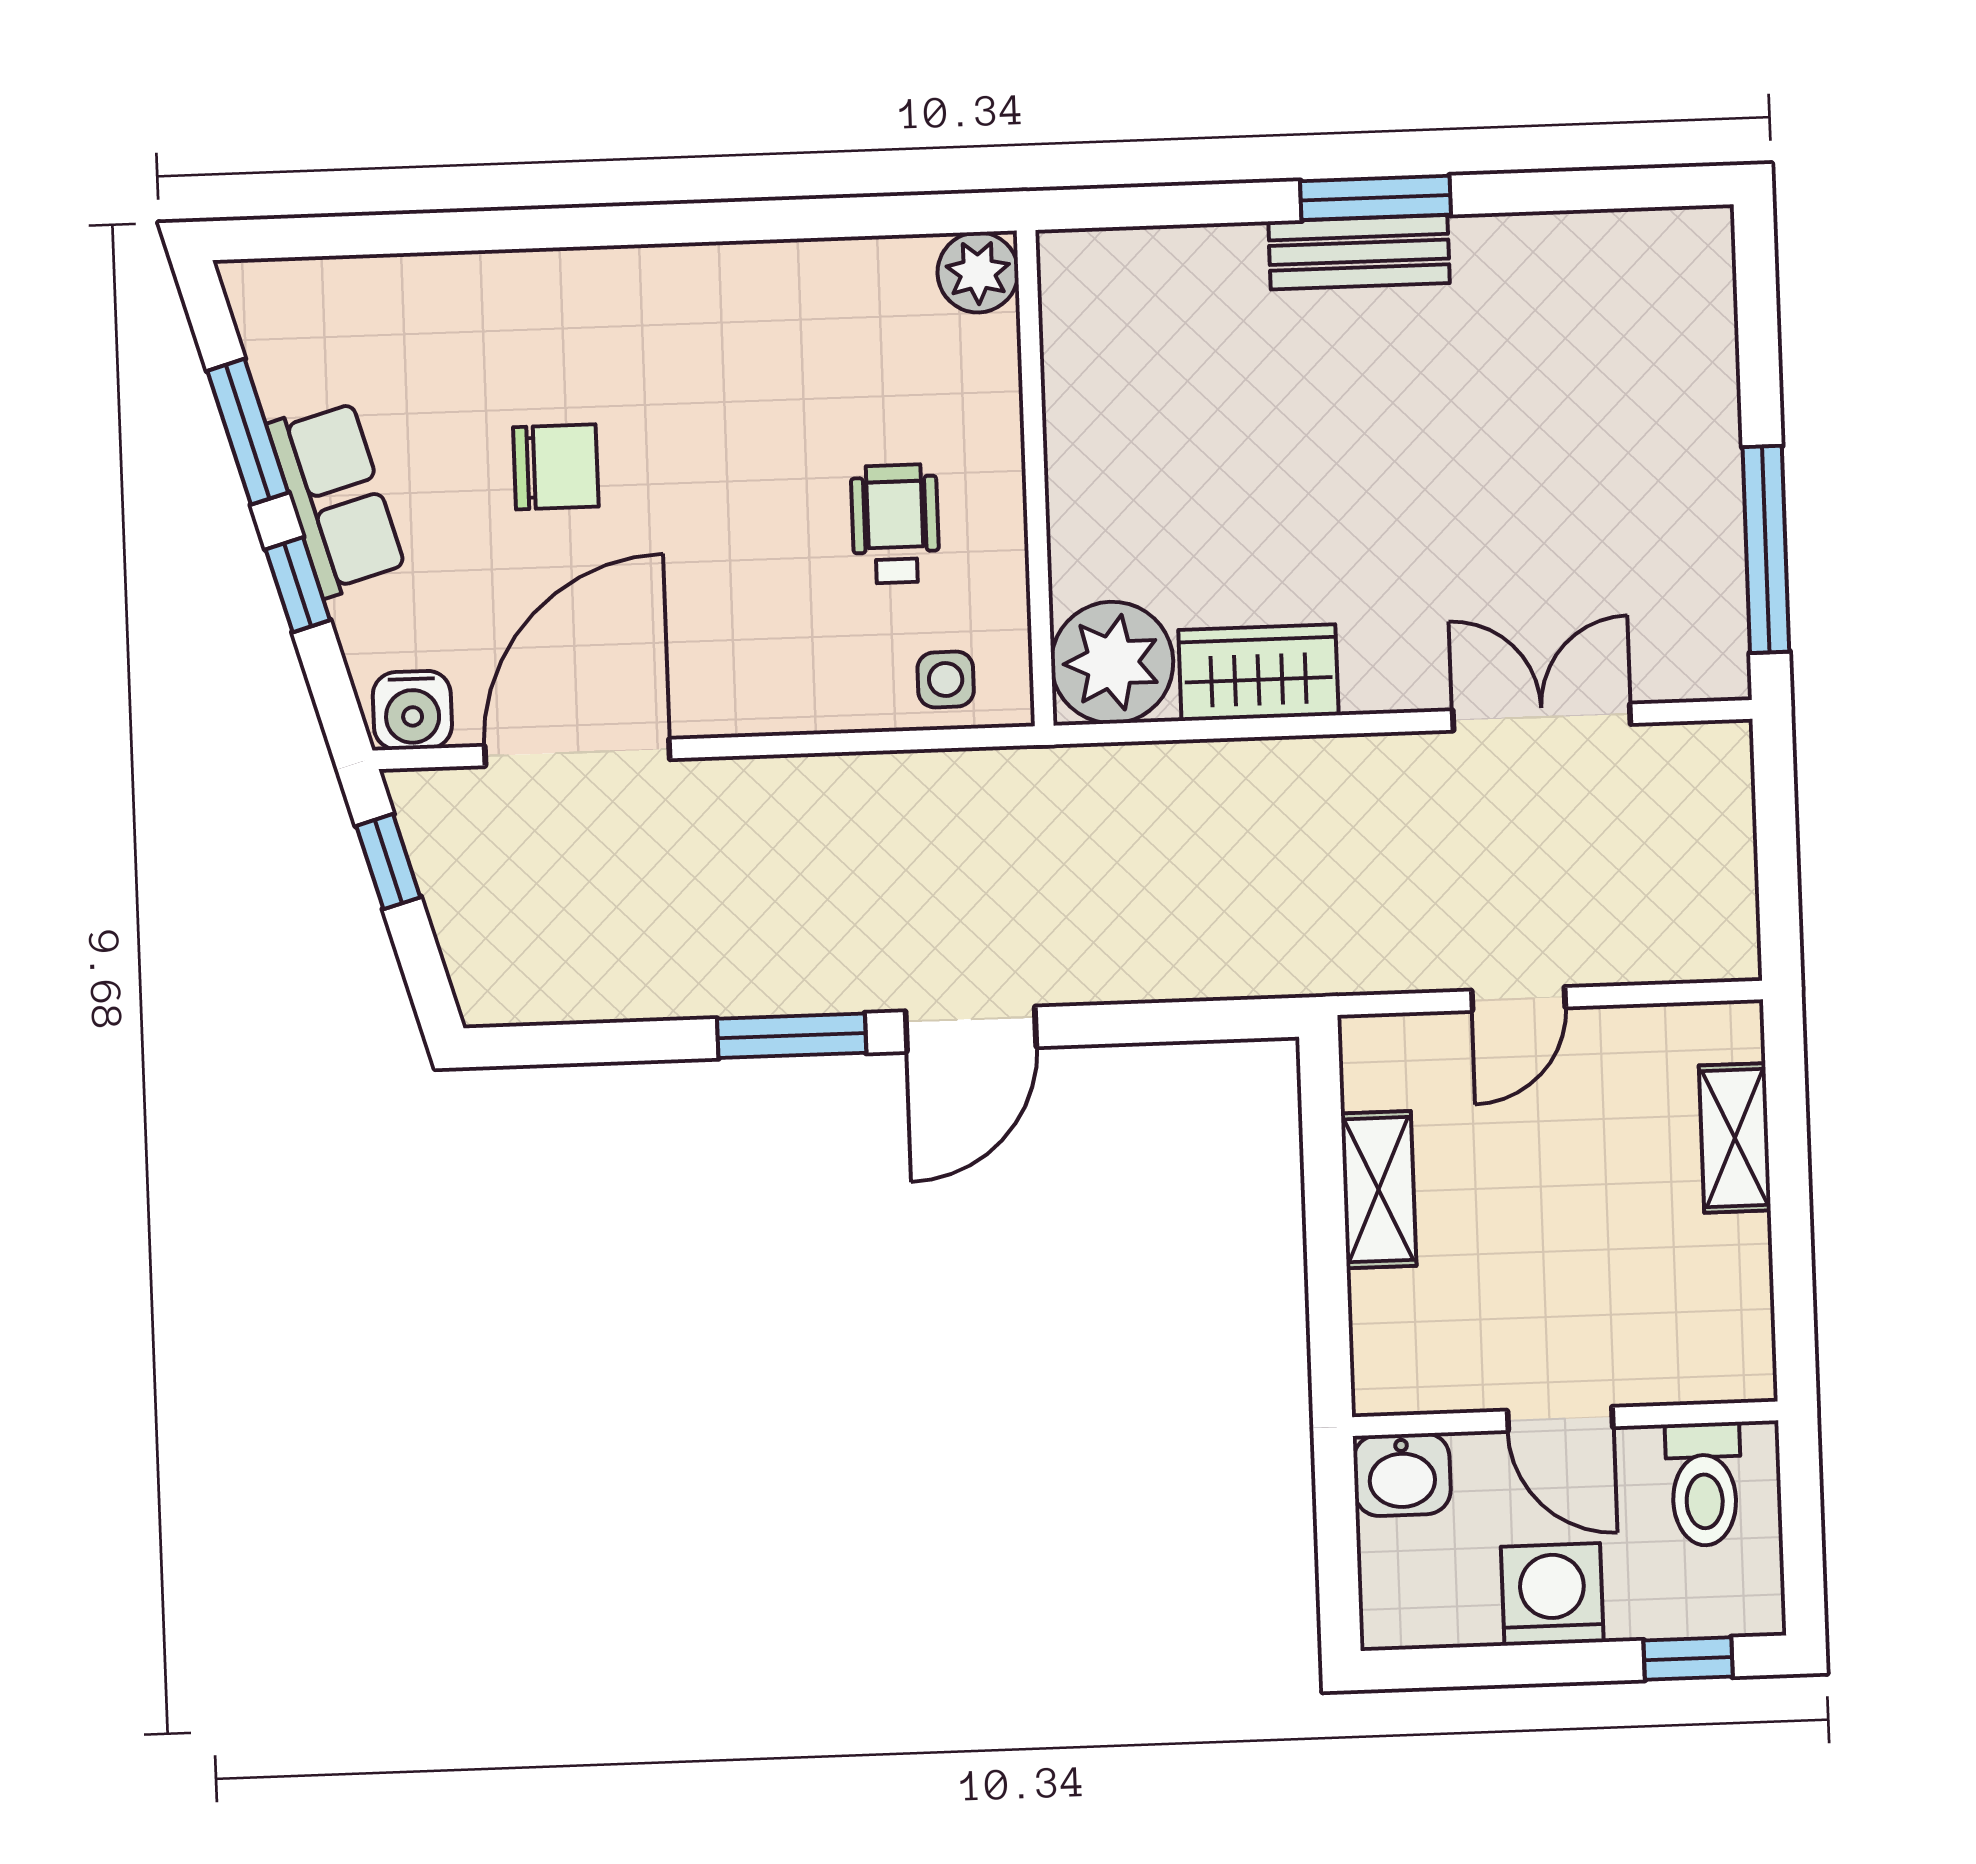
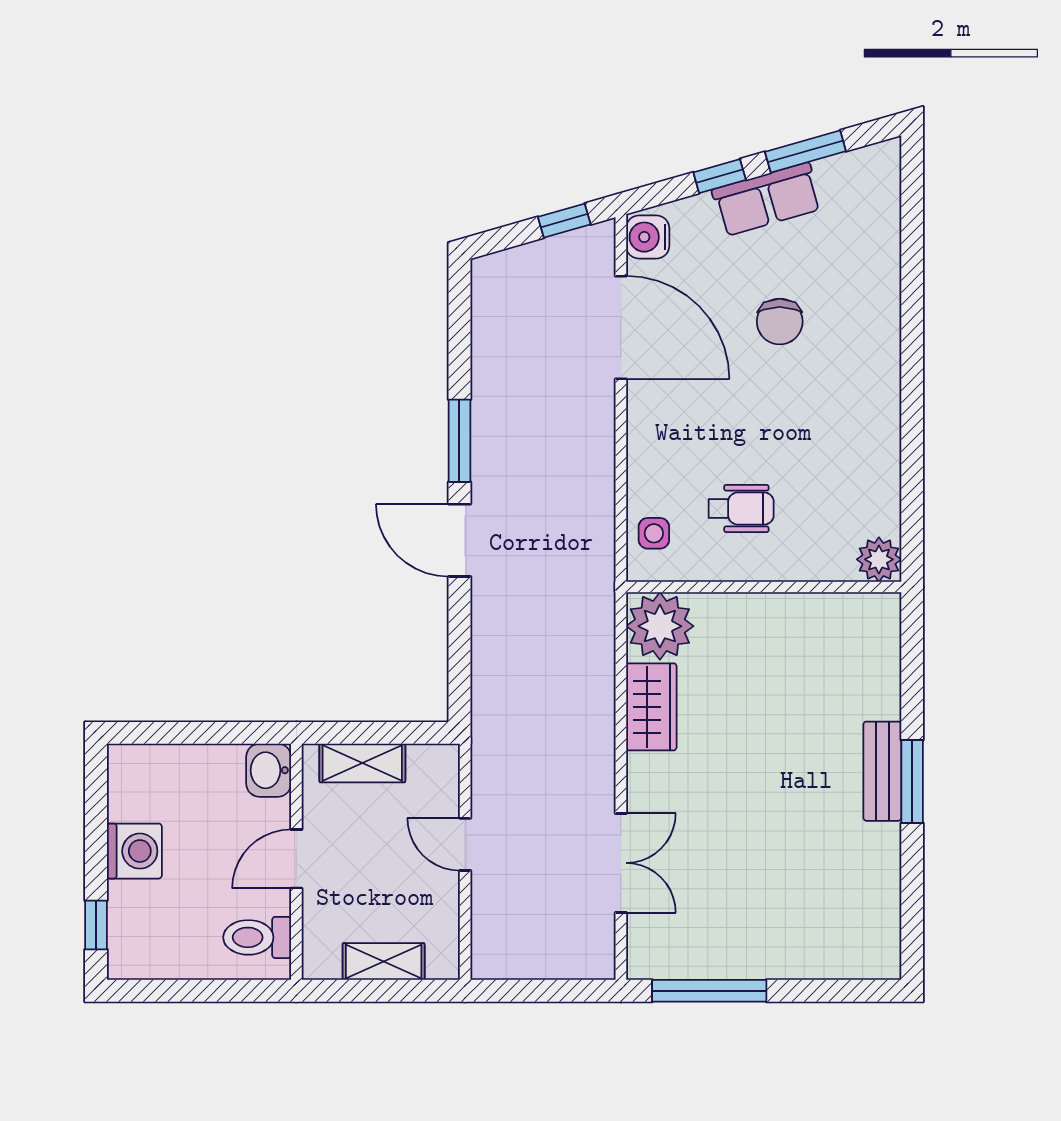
door: (1560, 1419) -> (296, 859), moved
wall: (1565, 1419) -> (296, 862), moved
washbasin: (1402, 1475) -> (269, 770), moved
toilet: (1704, 1484) -> (257, 937), moved

